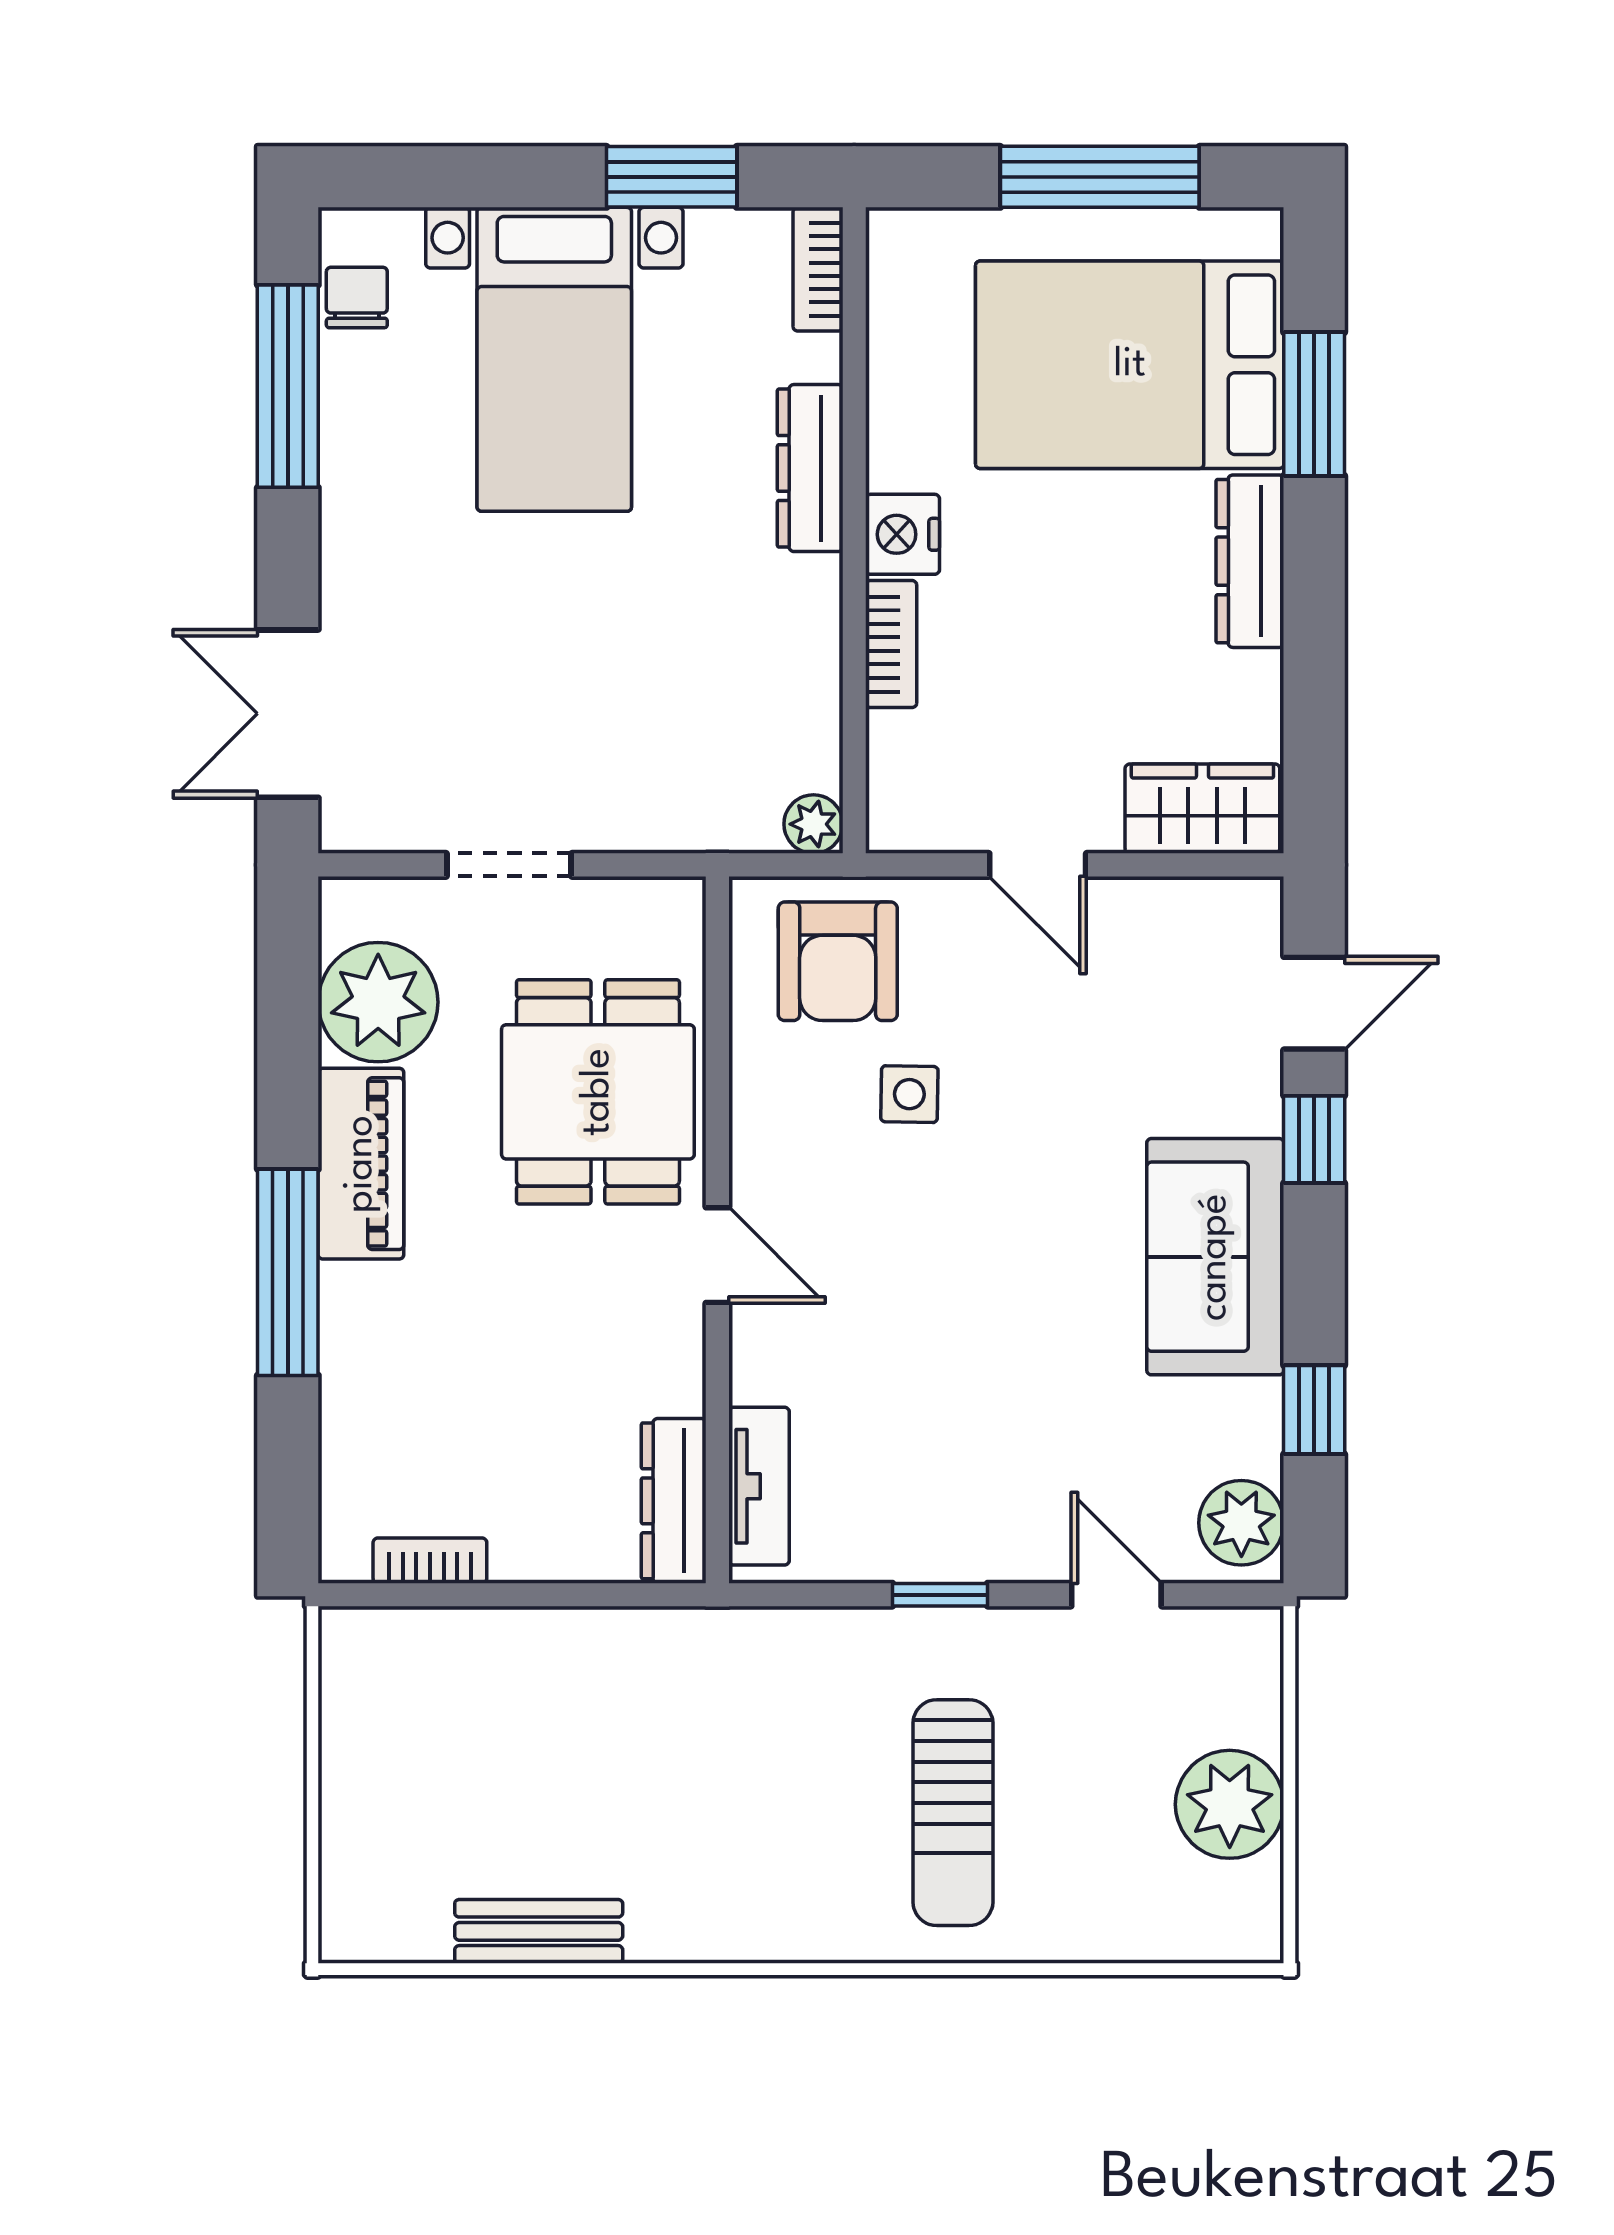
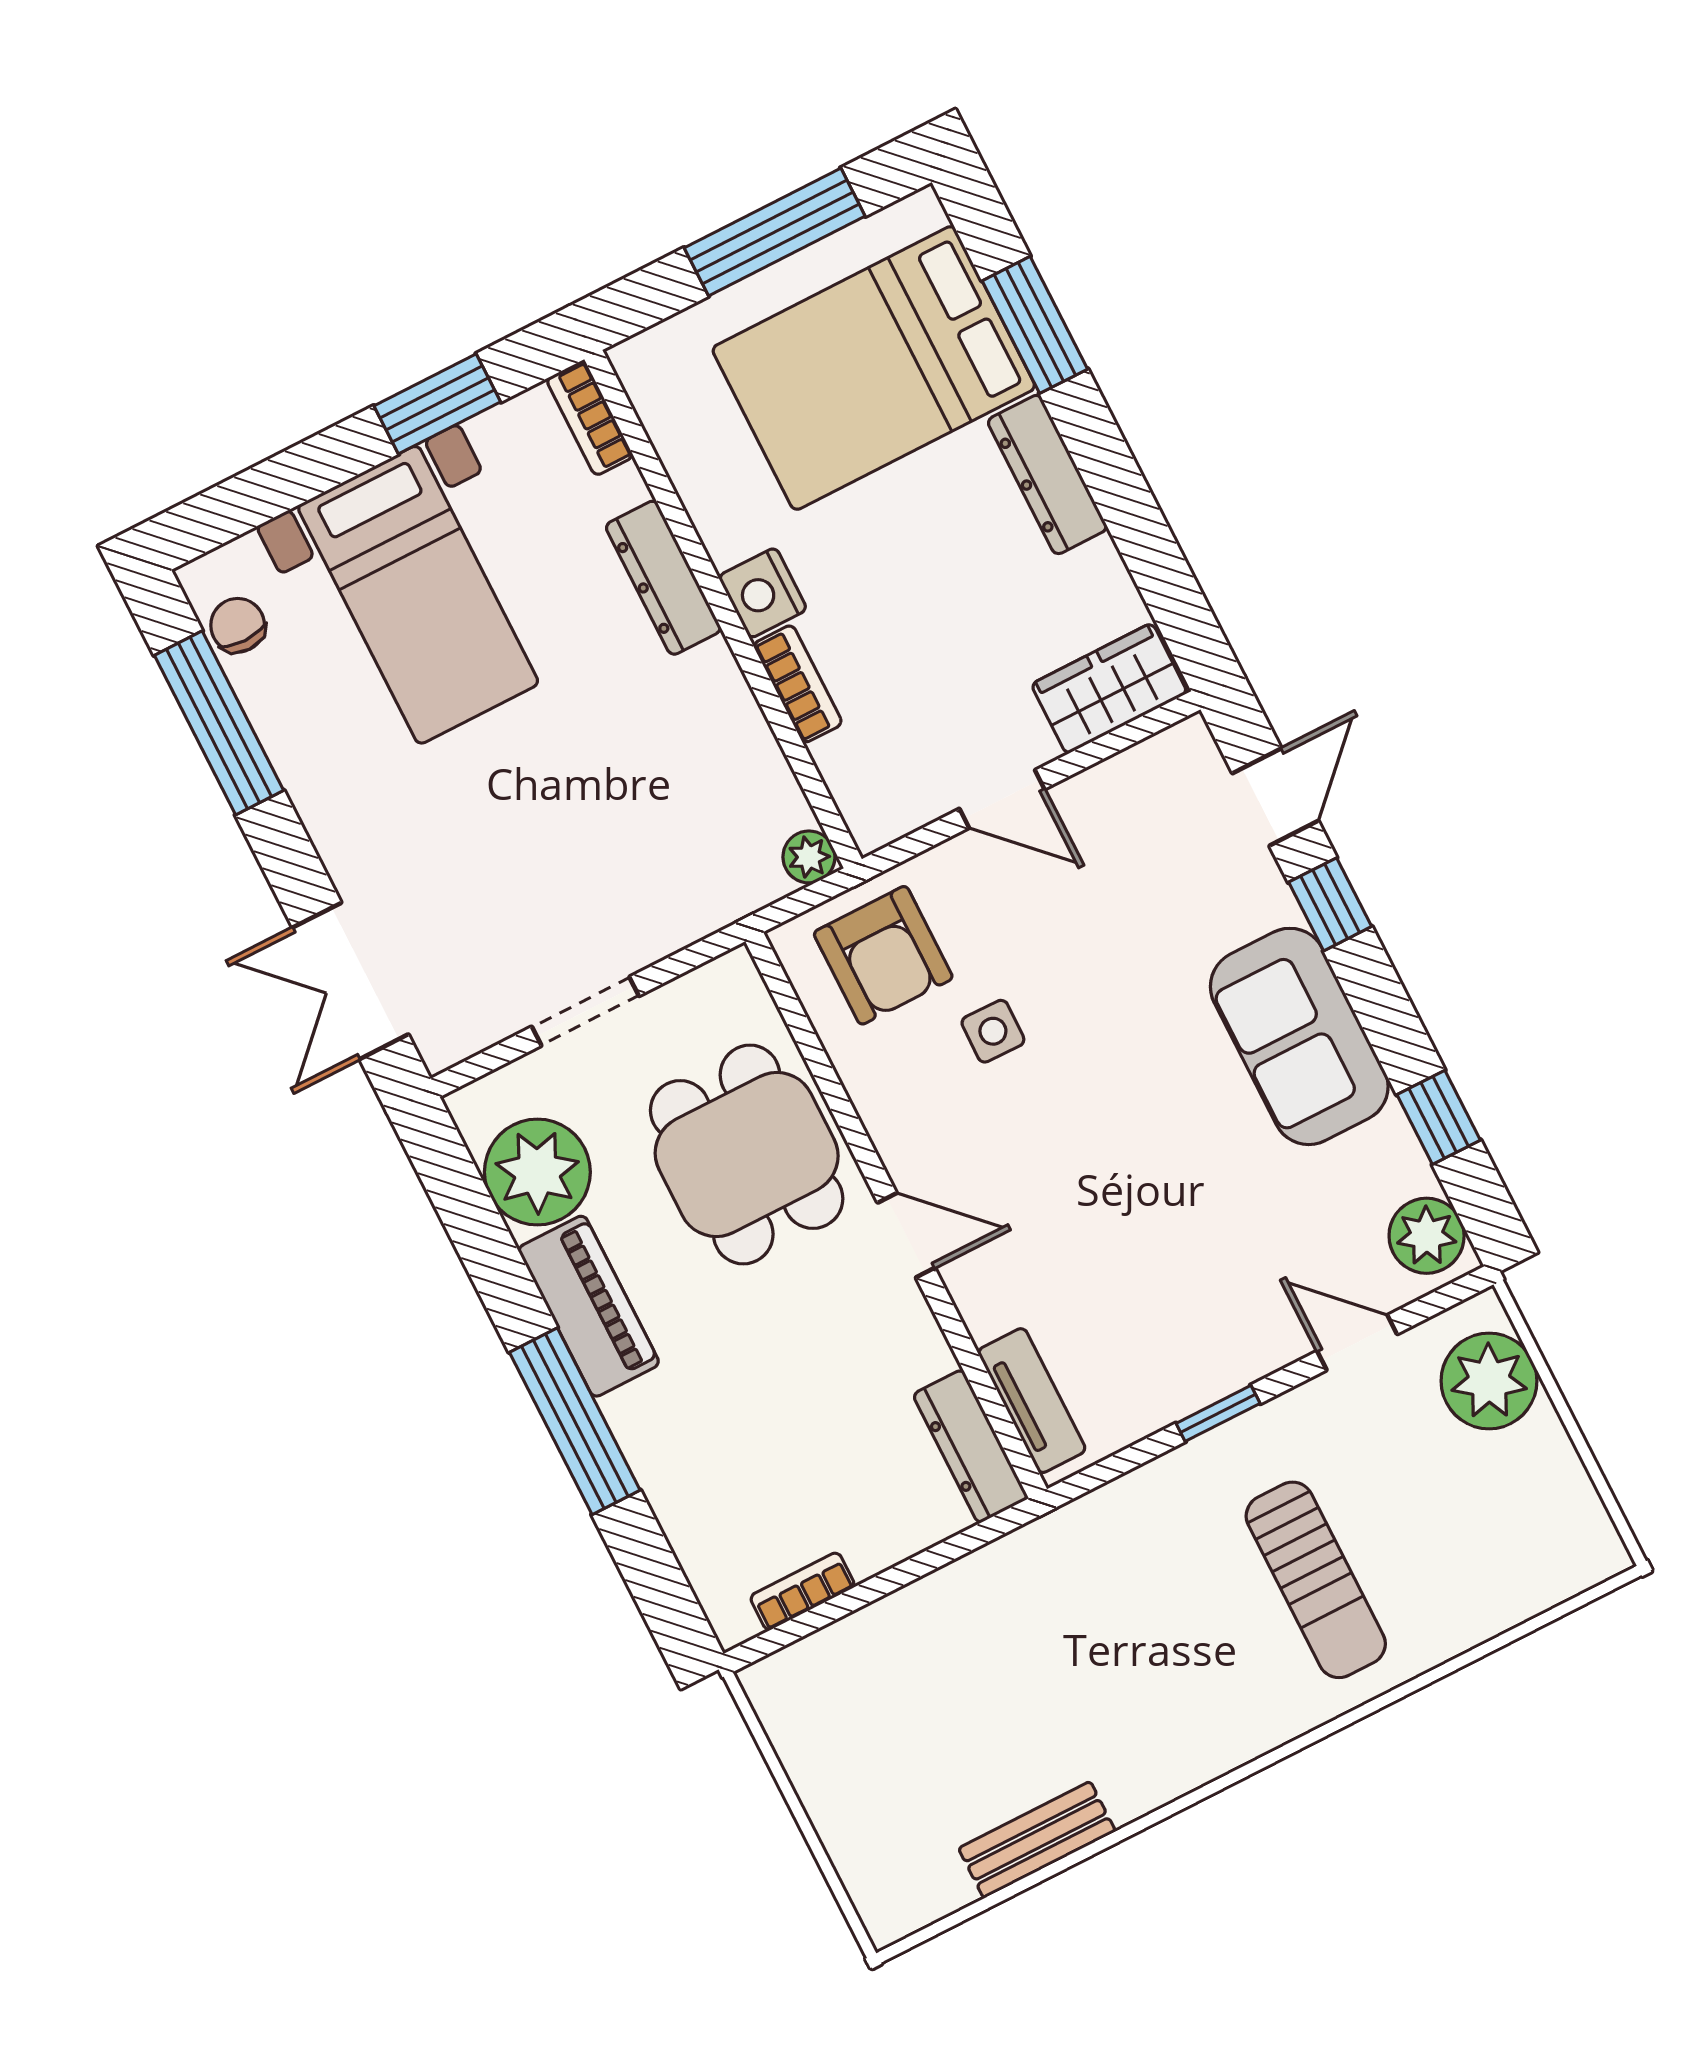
plant: (1230, 1804) -> (1489, 1381), moved

